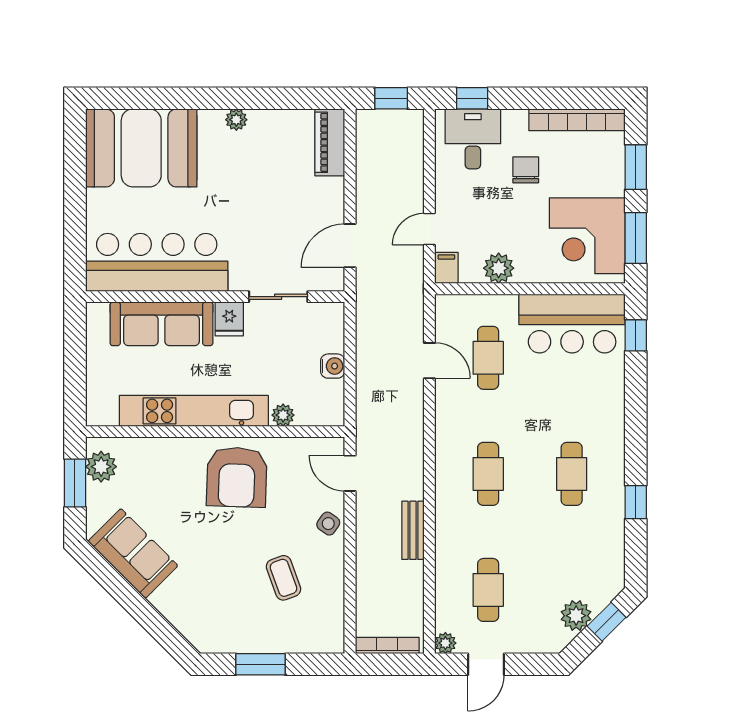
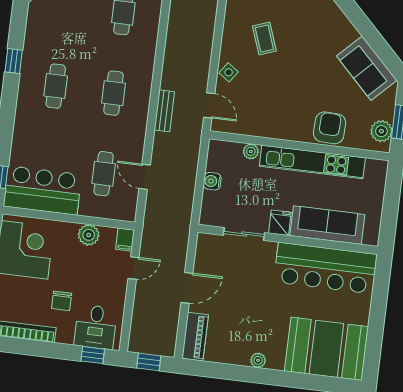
door: (350, 246) -> (187, 288), moved
armchair: (237, 477) -> (330, 128), moved, width x0.73, depth x0.73
bench: (413, 530) -> (164, 111), moved

